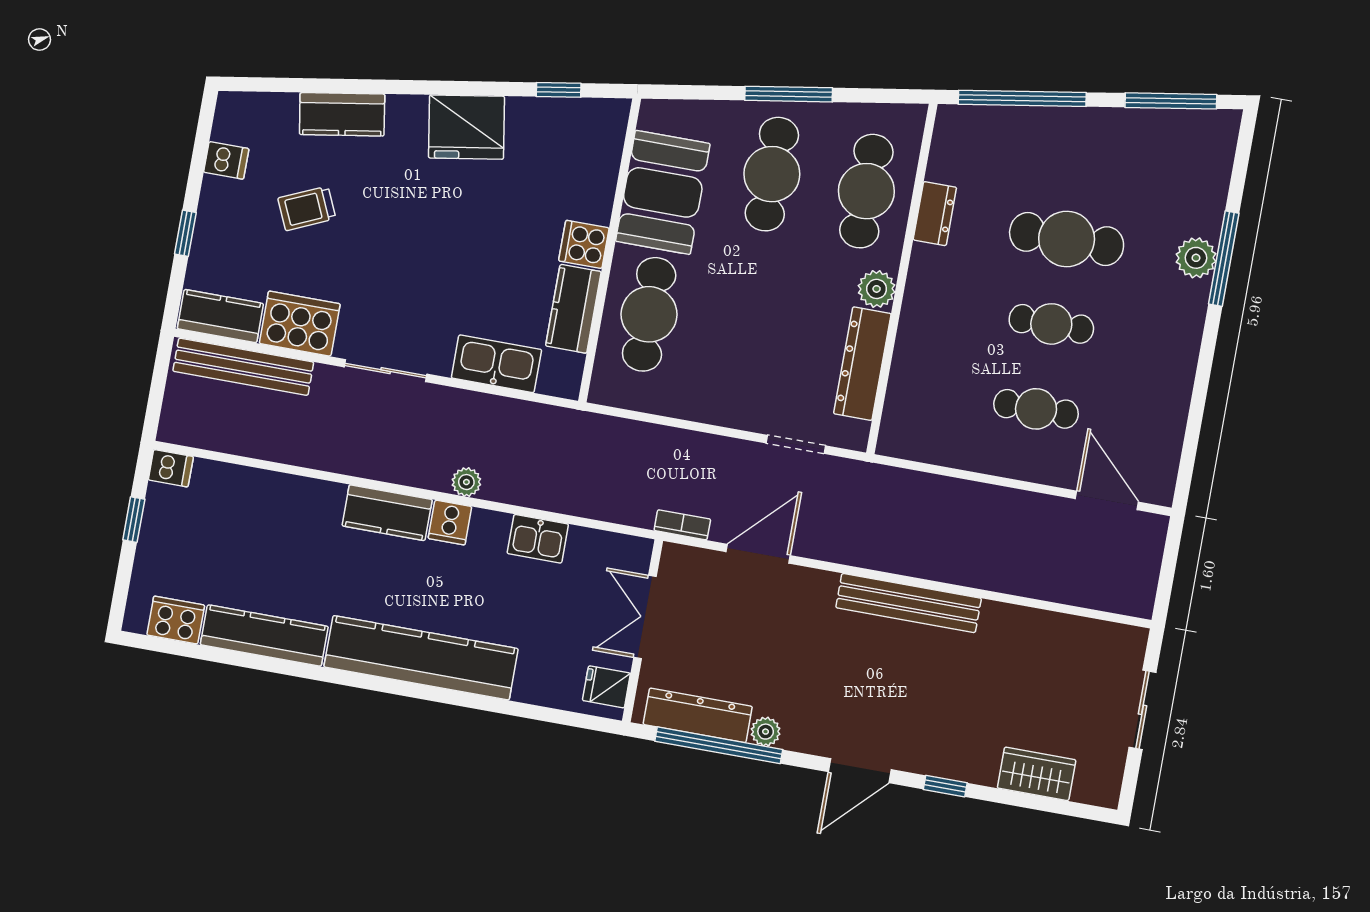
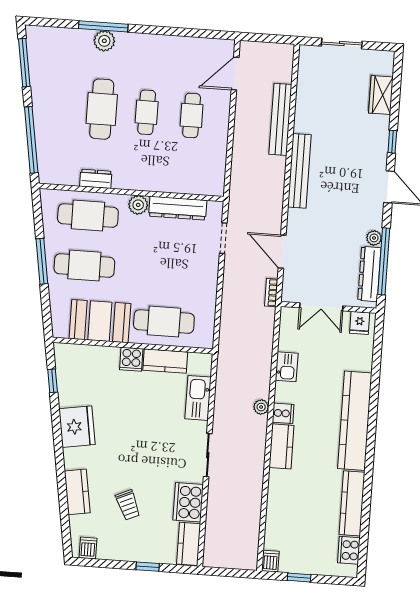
dishwasher: (226, 160) -> (88, 548), moved
bench: (243, 367) -> (280, 119), moved

